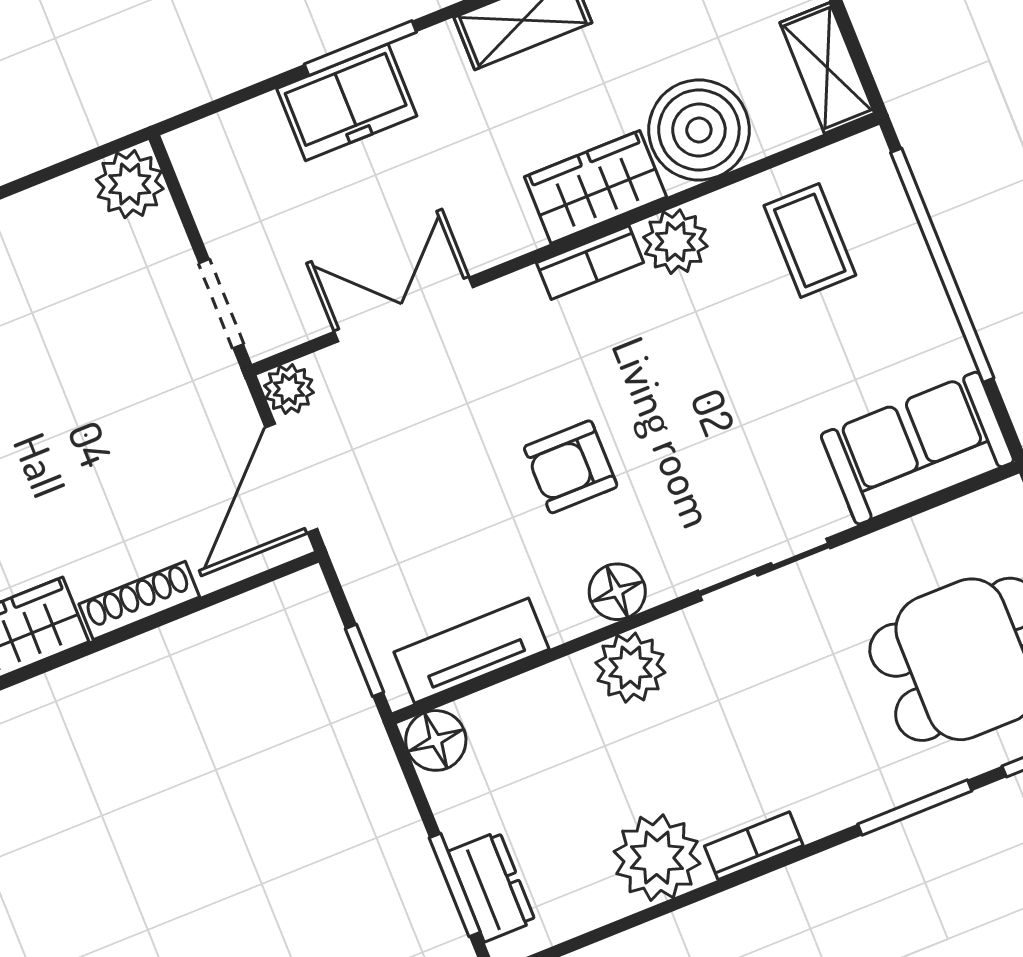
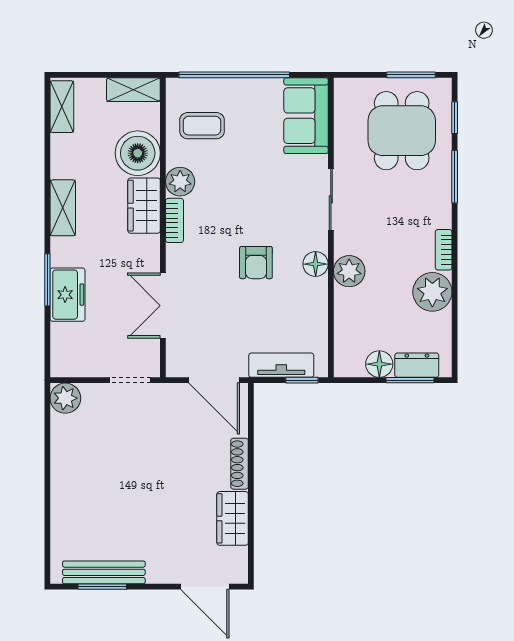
plant: (289, 389) -> (177, 366), removed
tv unit: (471, 651) -> (281, 365), moved, turned 90
floor lamp: (436, 740) -> (379, 364), moved

